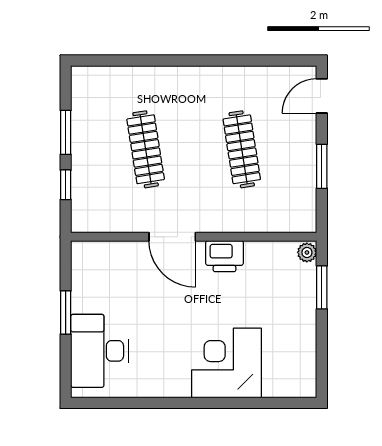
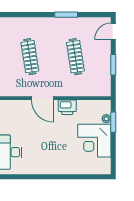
window: (222, 61) -> (66, 15), added
plant: (307, 252) -> (106, 119), moved
corner desk: (226, 363) -> (94, 141), moved, turned -90

